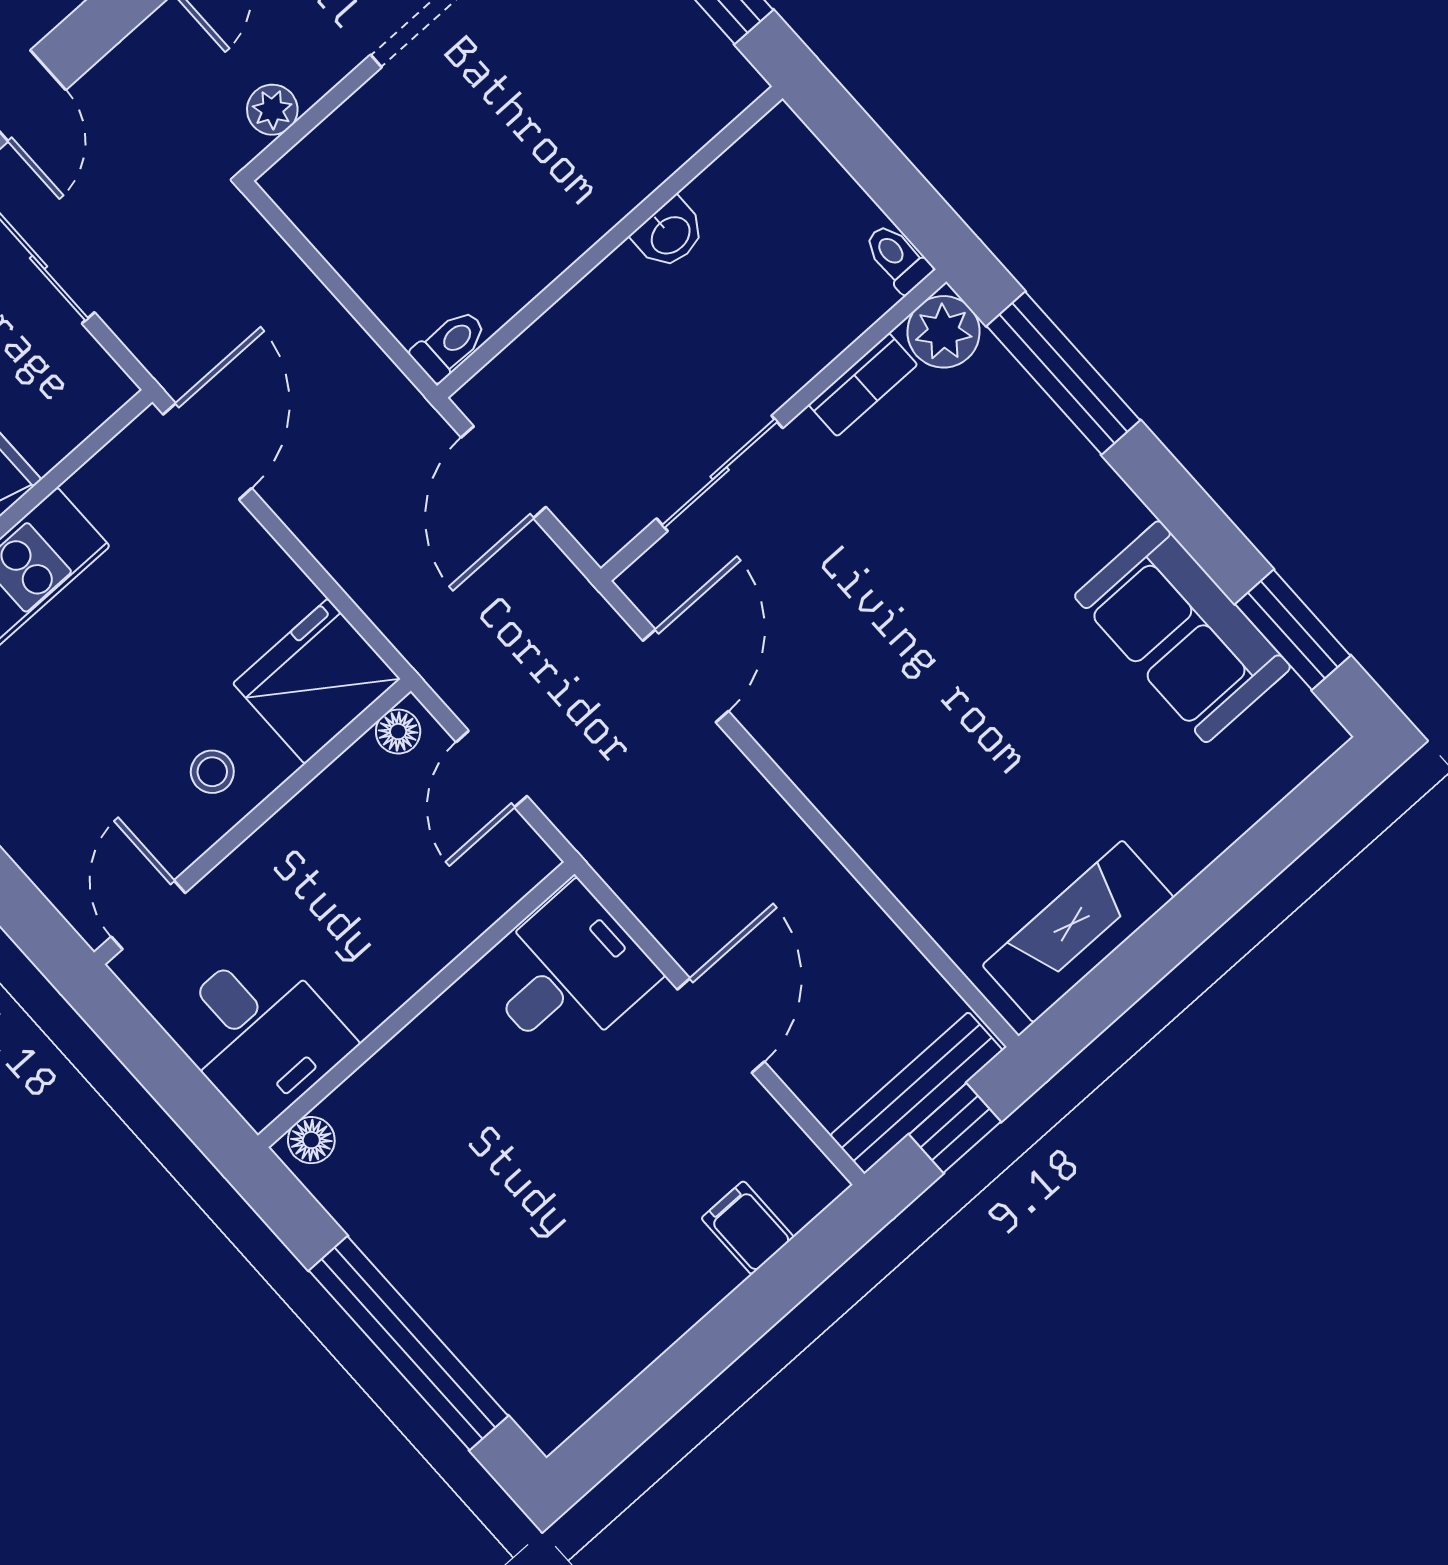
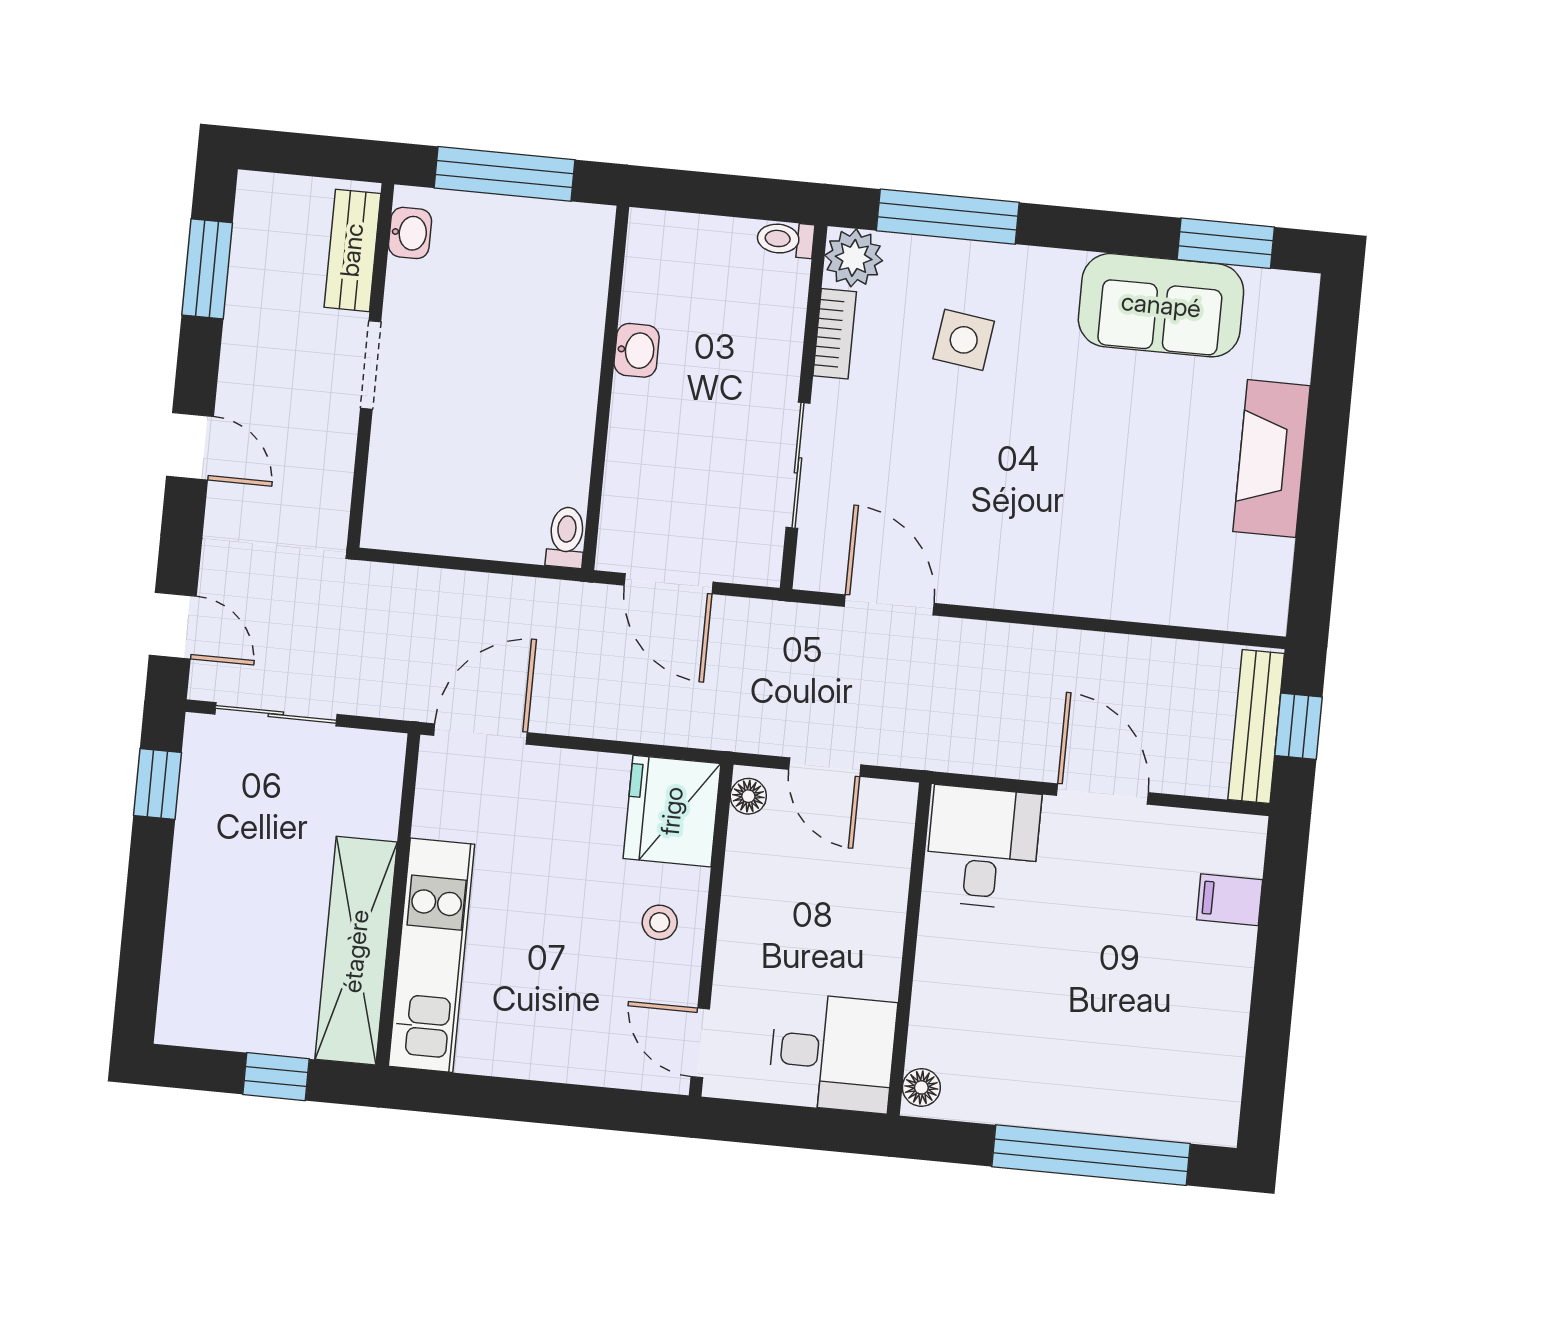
plant: (272, 110) -> (331, 495), removed
door: (207, 451) -> (481, 734), hinge flipped
side table: (975, 498) -> (964, 340), added
fireplace: (1078, 931) -> (1272, 459), moved

